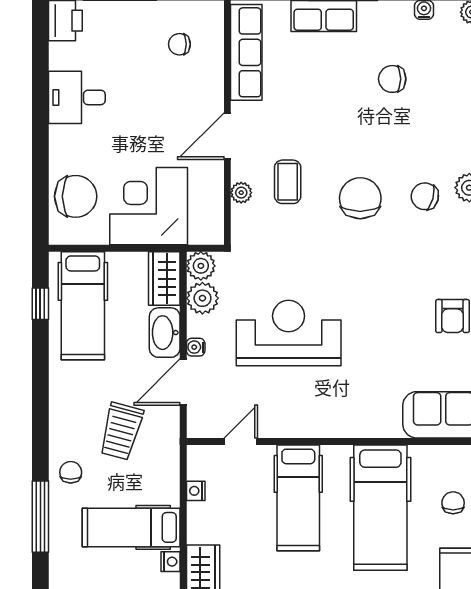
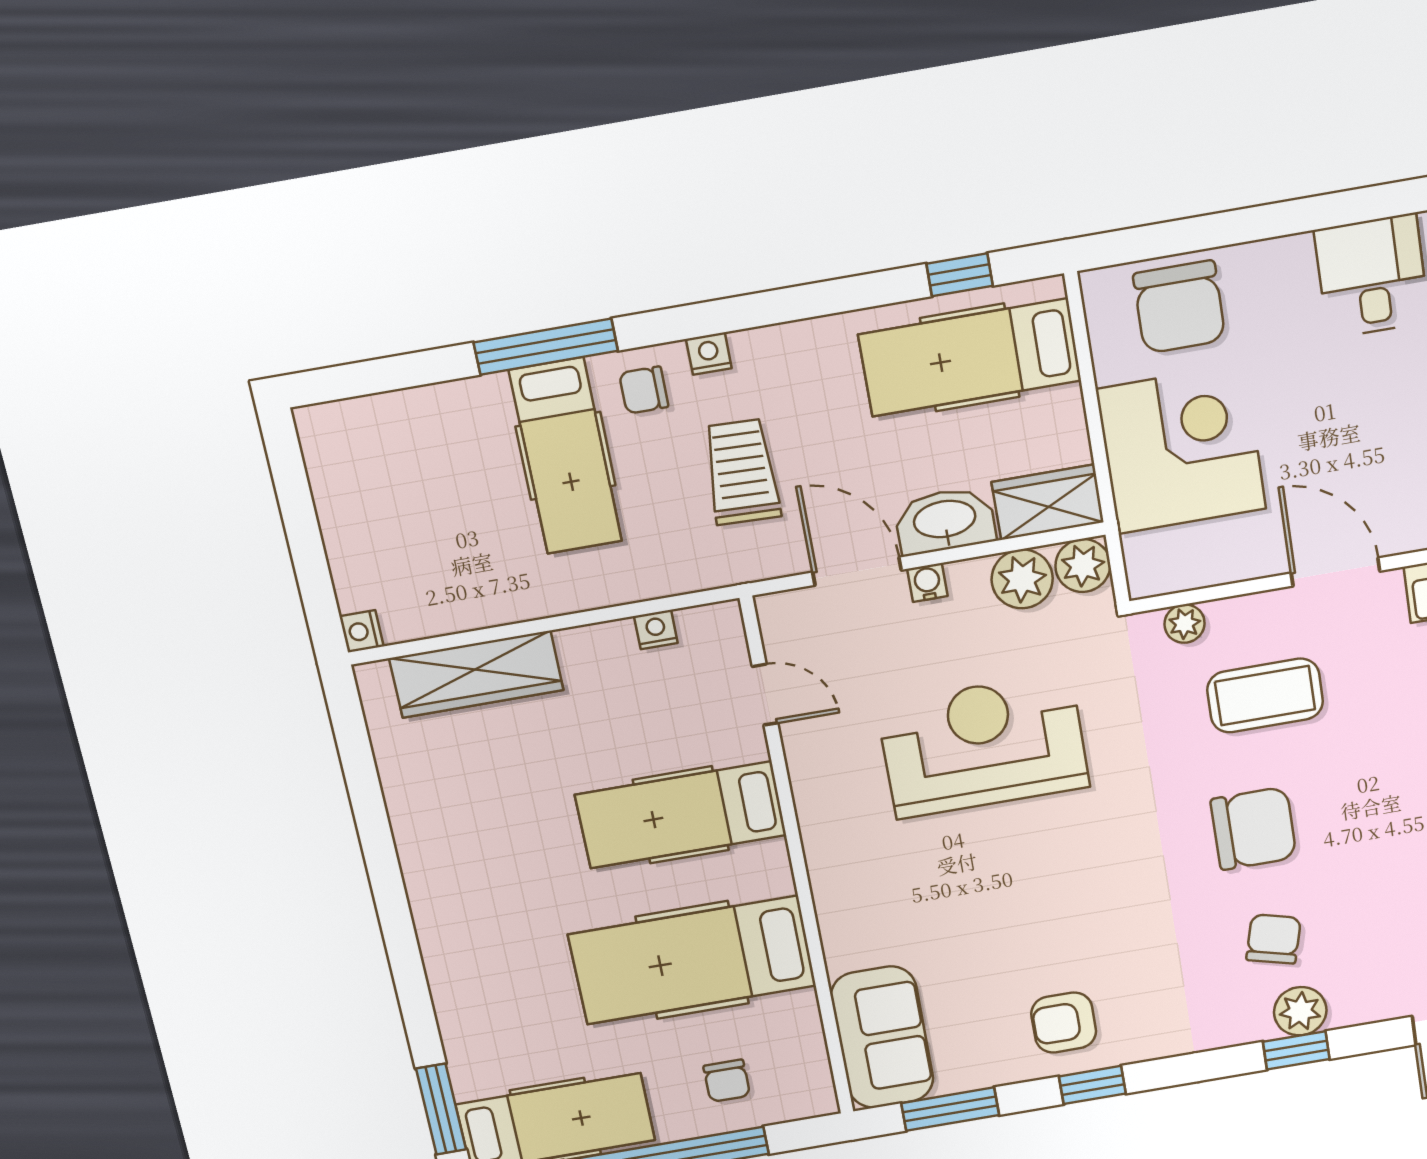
coffee table: (288, 182) -> (1265, 696), width x1.36, depth x1.30
plant: (241, 193) -> (1185, 624), moved
reception desk: (289, 333) -> (983, 745), turned -90
trolley: (121, 431) -> (742, 472), turned 77
chair: (71, 472) -> (644, 390), turned 180
chair: (453, 503) -> (727, 1081), turned 90
hospital bed: (131, 527) -> (566, 456), moved, turned 180
nightstand: (171, 562) -> (709, 354), moved, turned 180

